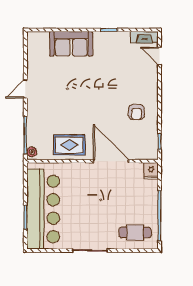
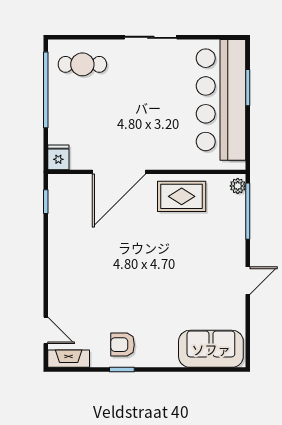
sofa: (71, 44) -> (211, 349), moved
armchair: (136, 112) -> (123, 345), moved, turned -90
door: (111, 161) -> (119, 172), hinge flipped

